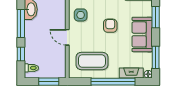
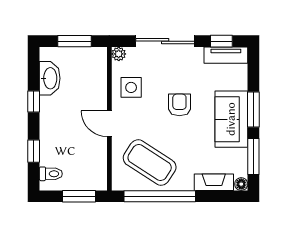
window: (156, 17) -> (253, 110), moved
window: (21, 24) -> (34, 102), width x0.46
coffee table: (92, 61) -> (150, 163), turned 33
window: (113, 82) -> (160, 196), moved

